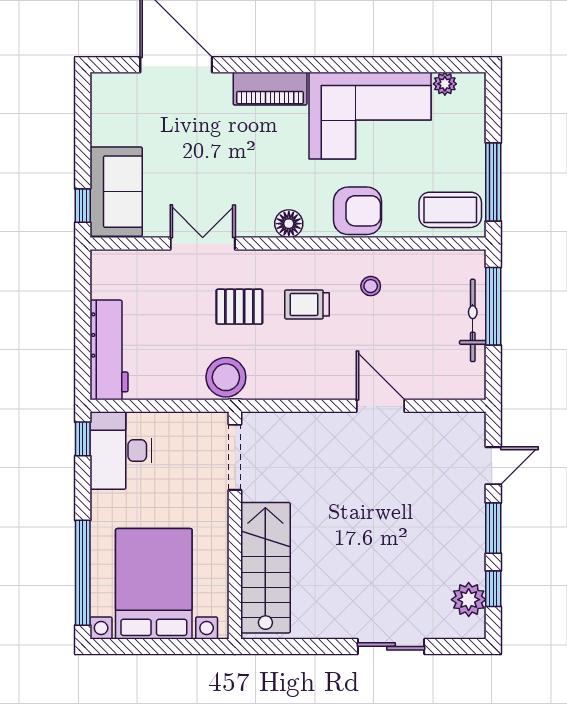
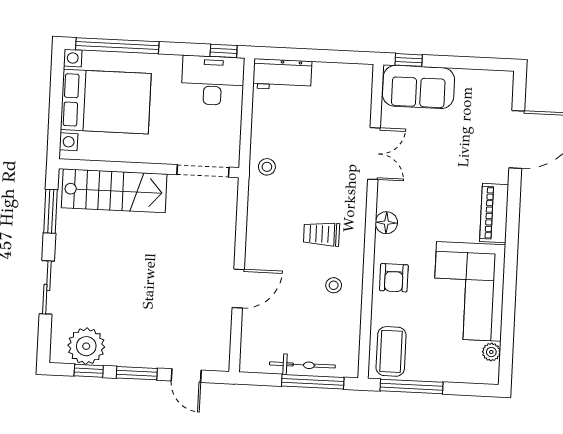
armchair: (358, 211) -> (394, 278), width x0.72, depth x0.72
trolley: (307, 304) -> (322, 234), turned -90
pallet: (239, 307) -> (322, 180), removed
workbench: (109, 350) -> (282, 75), width x0.73
stool: (226, 377) -> (267, 167), width x0.53, depth x0.53
plant: (469, 600) -> (86, 346), width x1.36, depth x1.36
window: (295, 646) -> (51, 211), added

